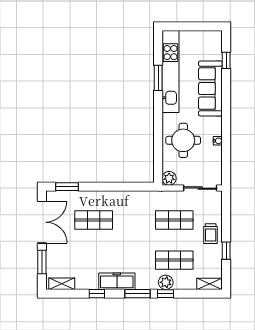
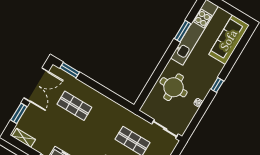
window: (226, 60) -> (217, 85), moved
sofa: (210, 88) -> (229, 40), moved
plant: (169, 178) -> (147, 108), removed

